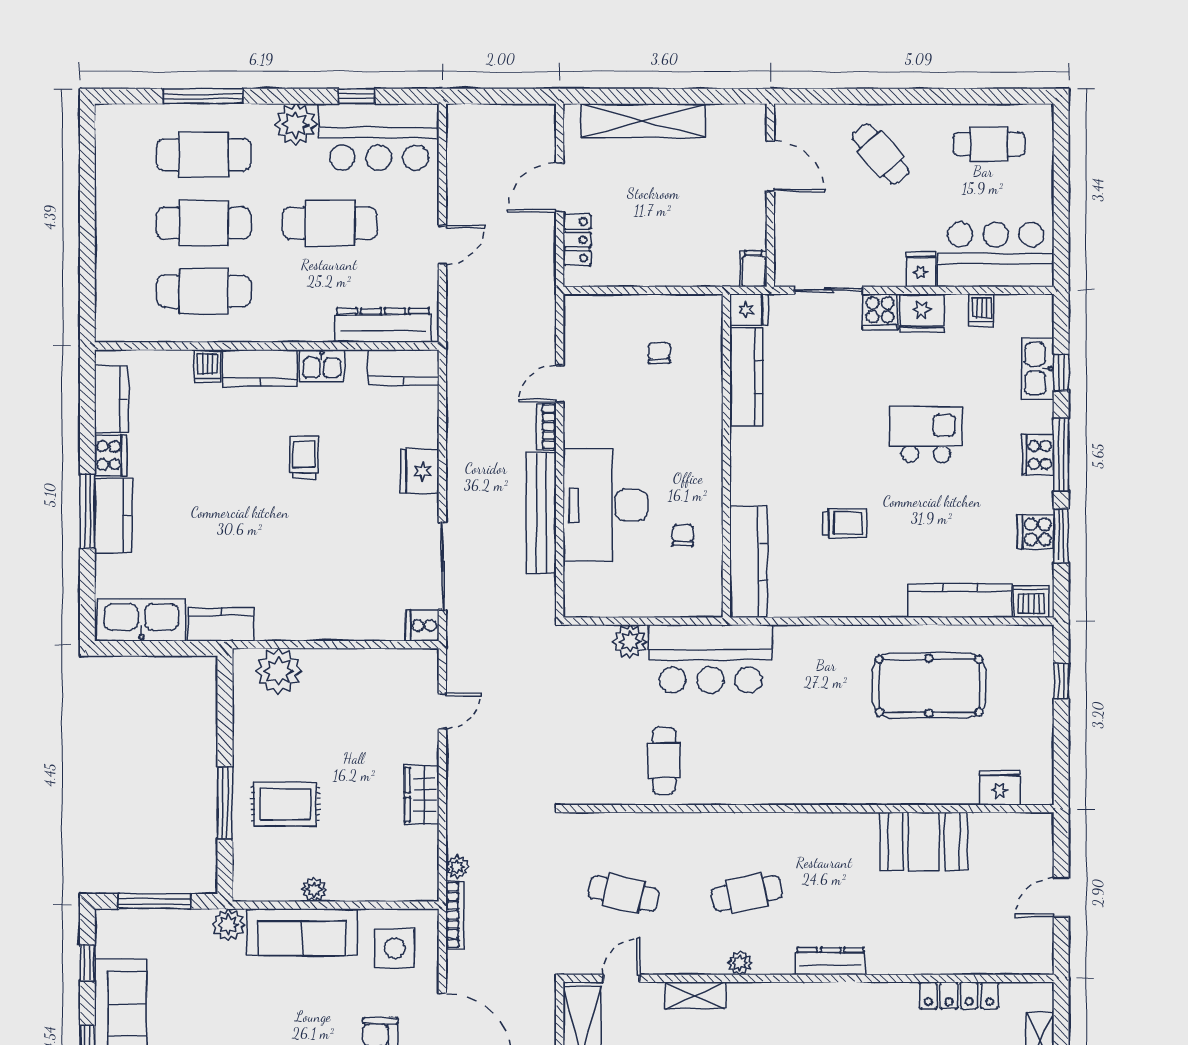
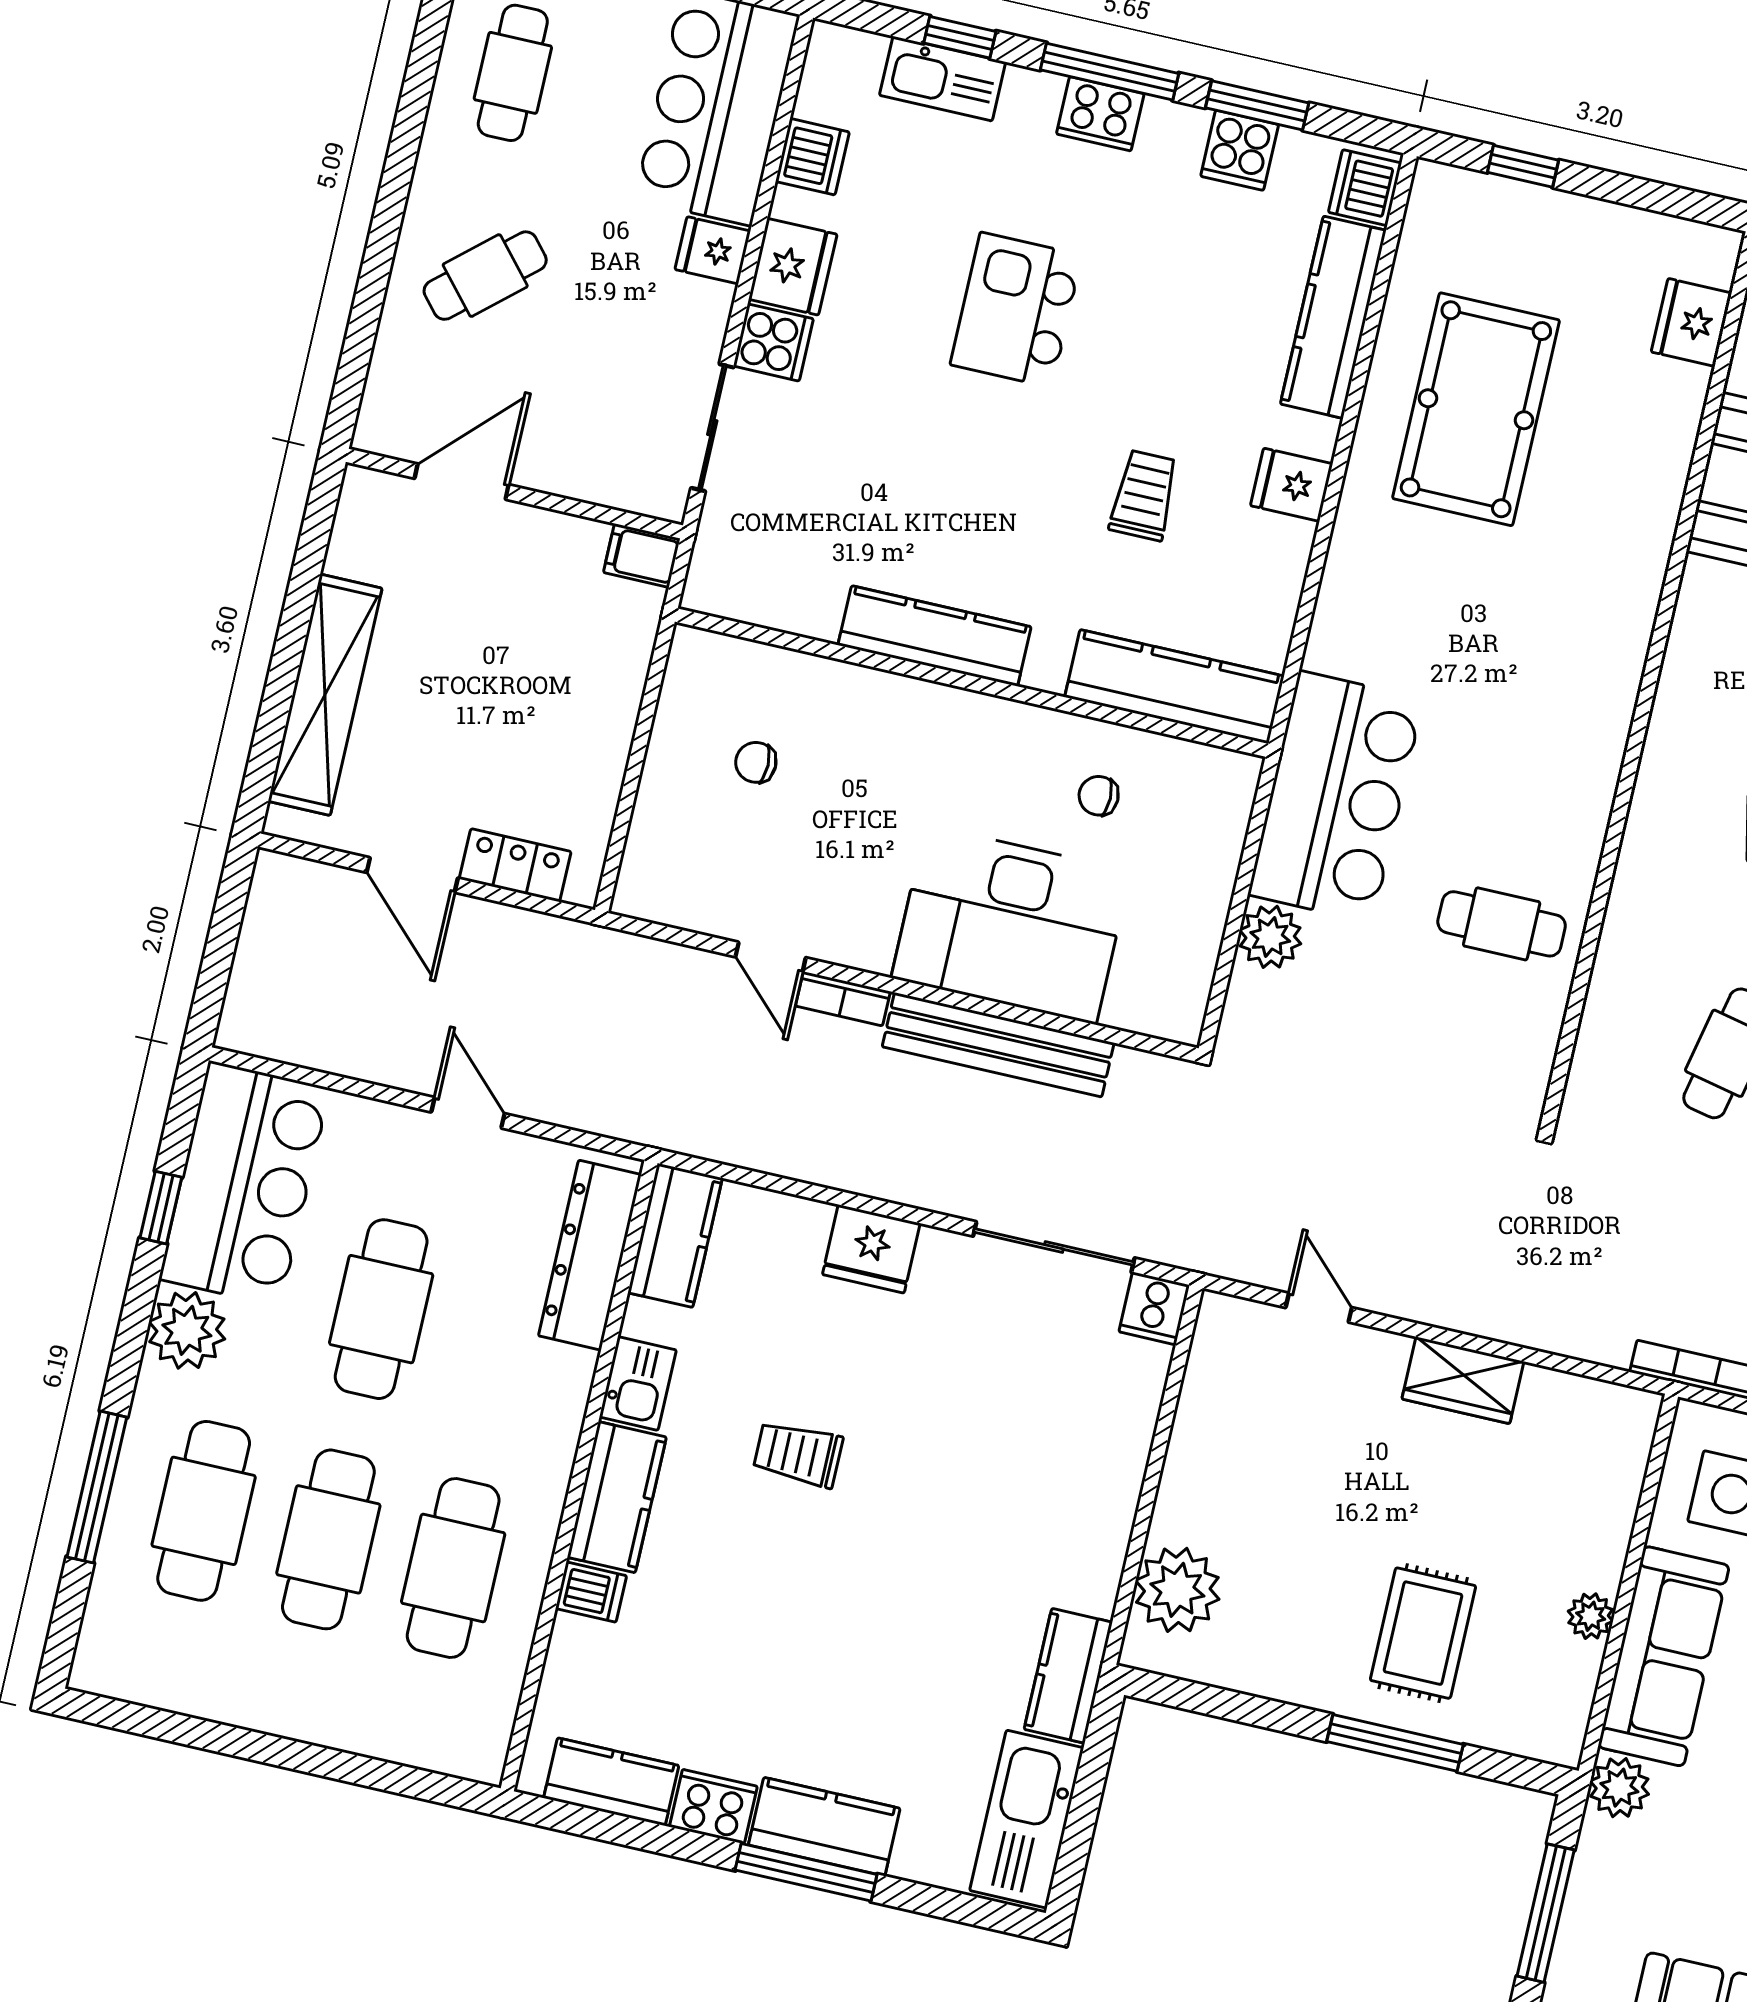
fridge: (749, 310) -> (1292, 485), moved, turned -90
dishwasher: (981, 310) -> (812, 157), width x1.38
kitchen counter: (746, 377) -> (935, 636), moved
plant: (457, 867) -> (1610, 1346), removed

